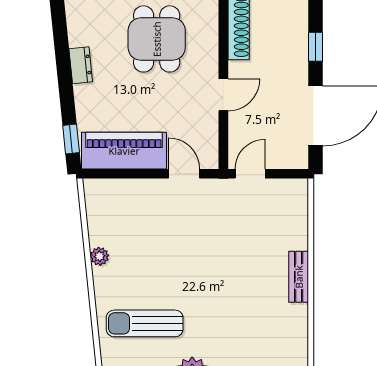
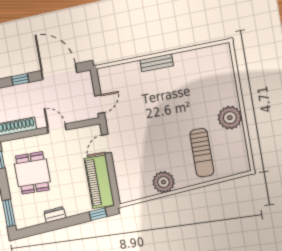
dining table: (157, 39) -> (32, 173), turned 90
door: (250, 174) -> (100, 104), swing flipped
plant: (99, 256) -> (163, 182), width x1.88, depth x1.88

